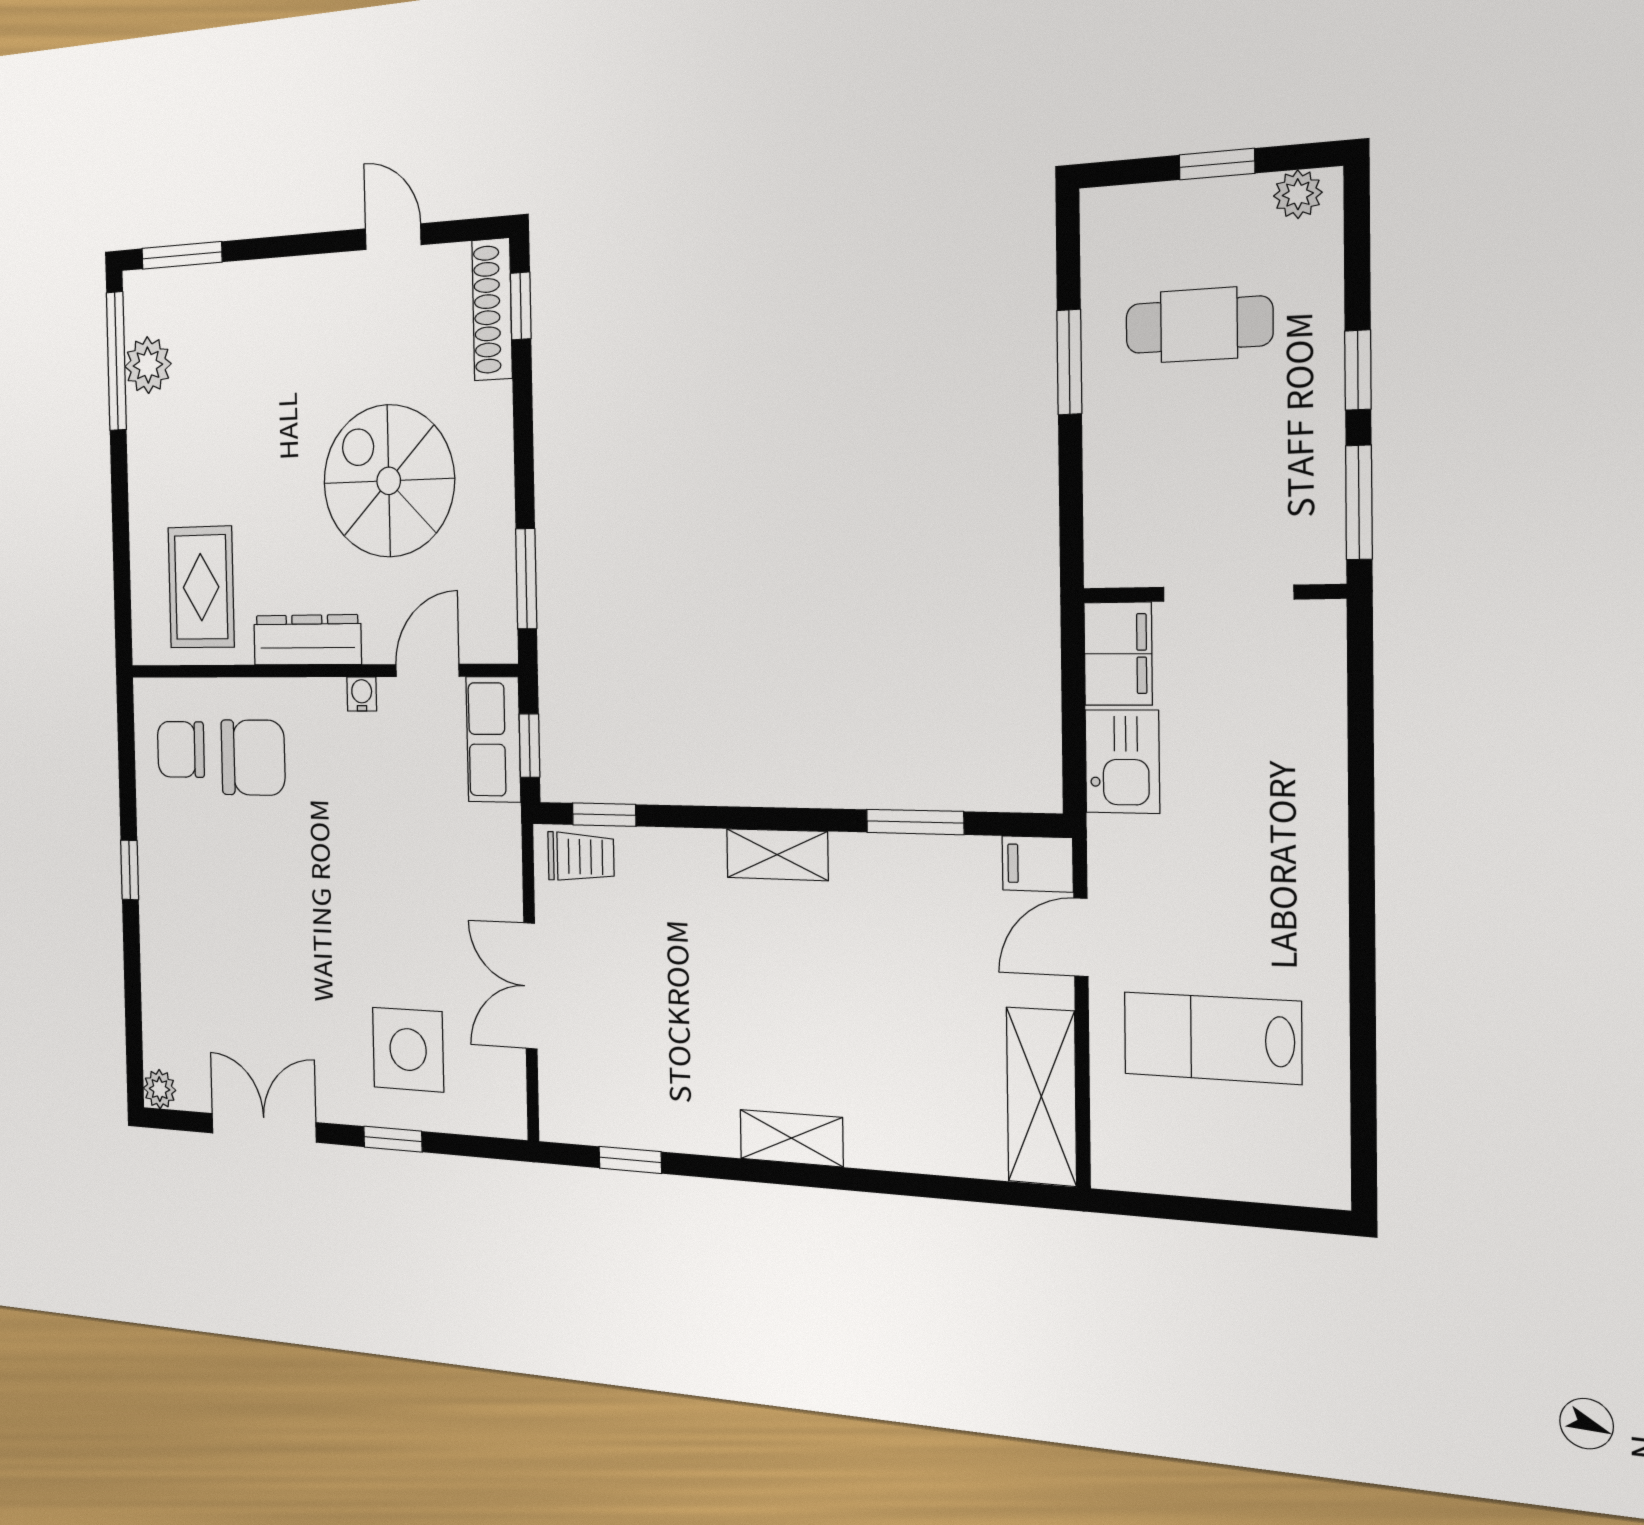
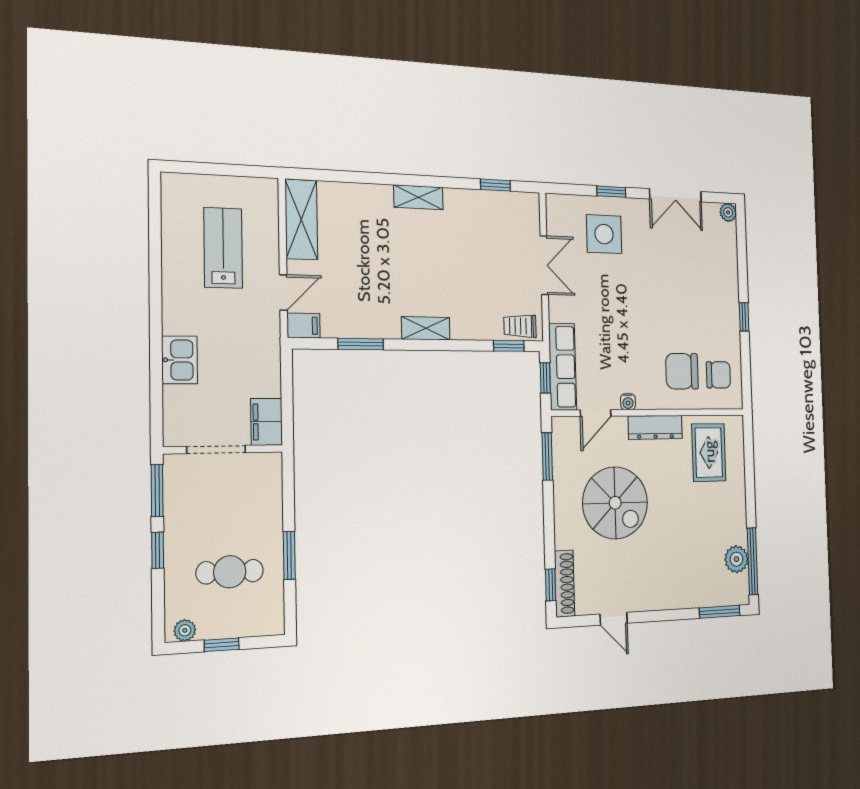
row of seats: (493, 739) -> (563, 367), width x1.48
kitchen sink: (1122, 762) -> (179, 360), moved, turned 180
lab bench: (1212, 1038) -> (223, 248), turned -90

